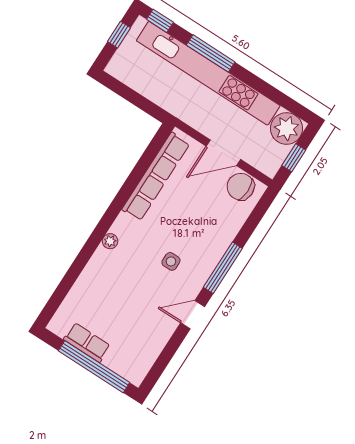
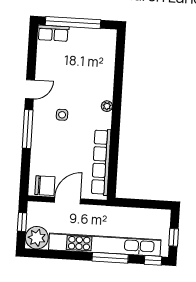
row of seats: (87, 343) -> (53, 33), moved

